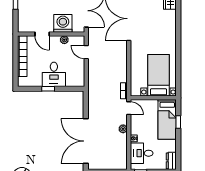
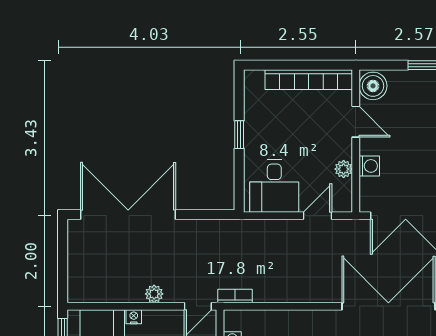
washing machine: (63, 23) -> (369, 166), width x0.53, depth x0.53
boiler: (25, 26) -> (373, 86), added
door: (42, 34) -> (356, 122), swing flipped
desk: (54, 74) -> (274, 186), moved, turned -90

